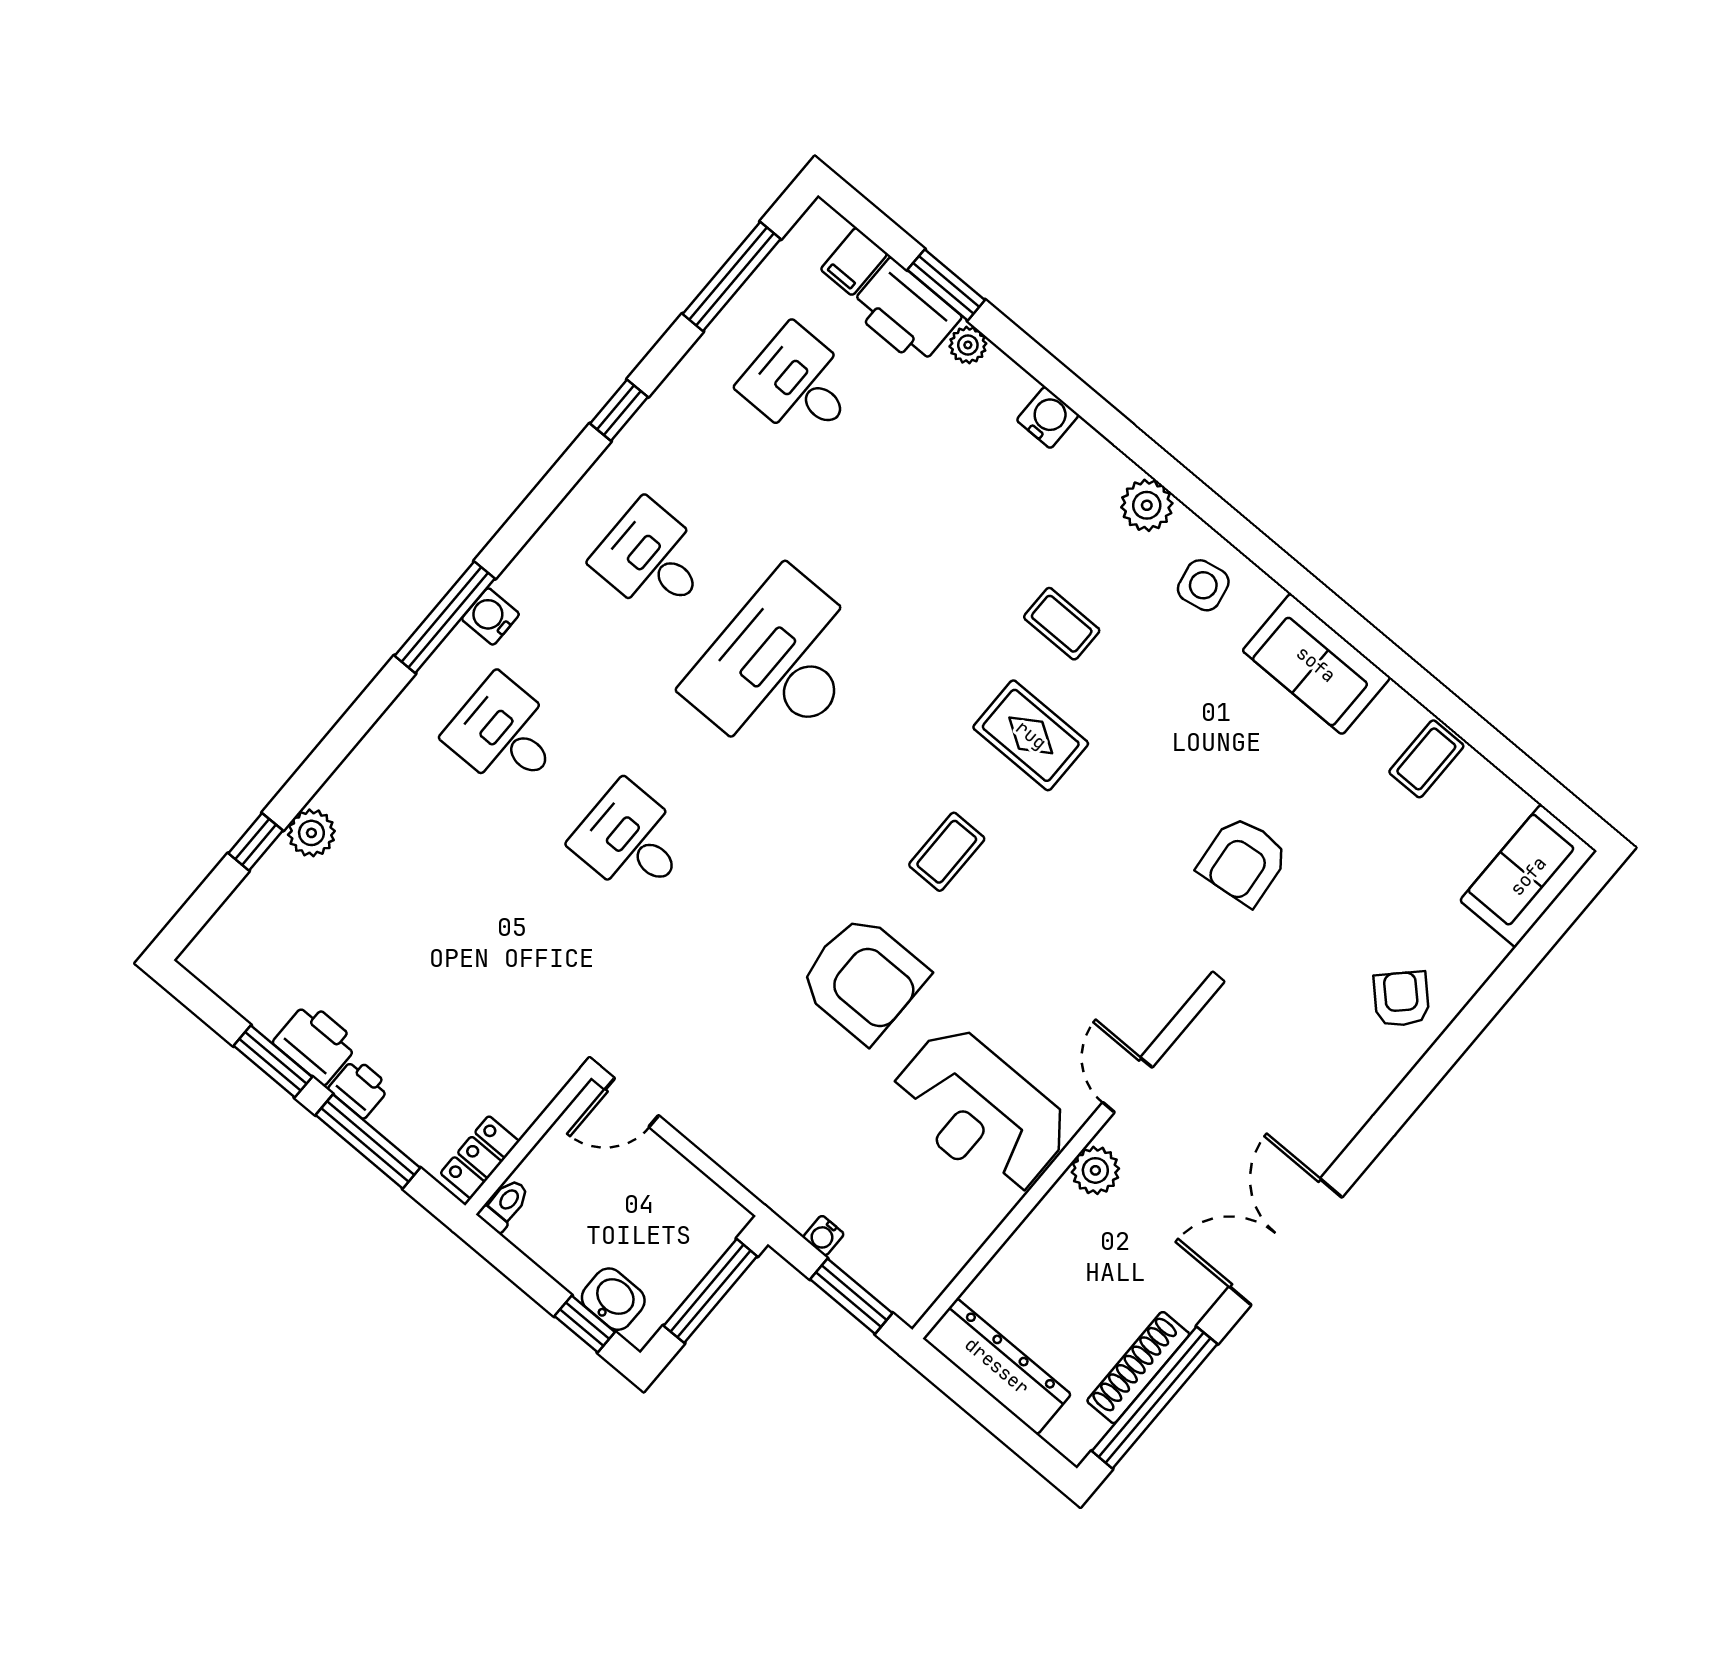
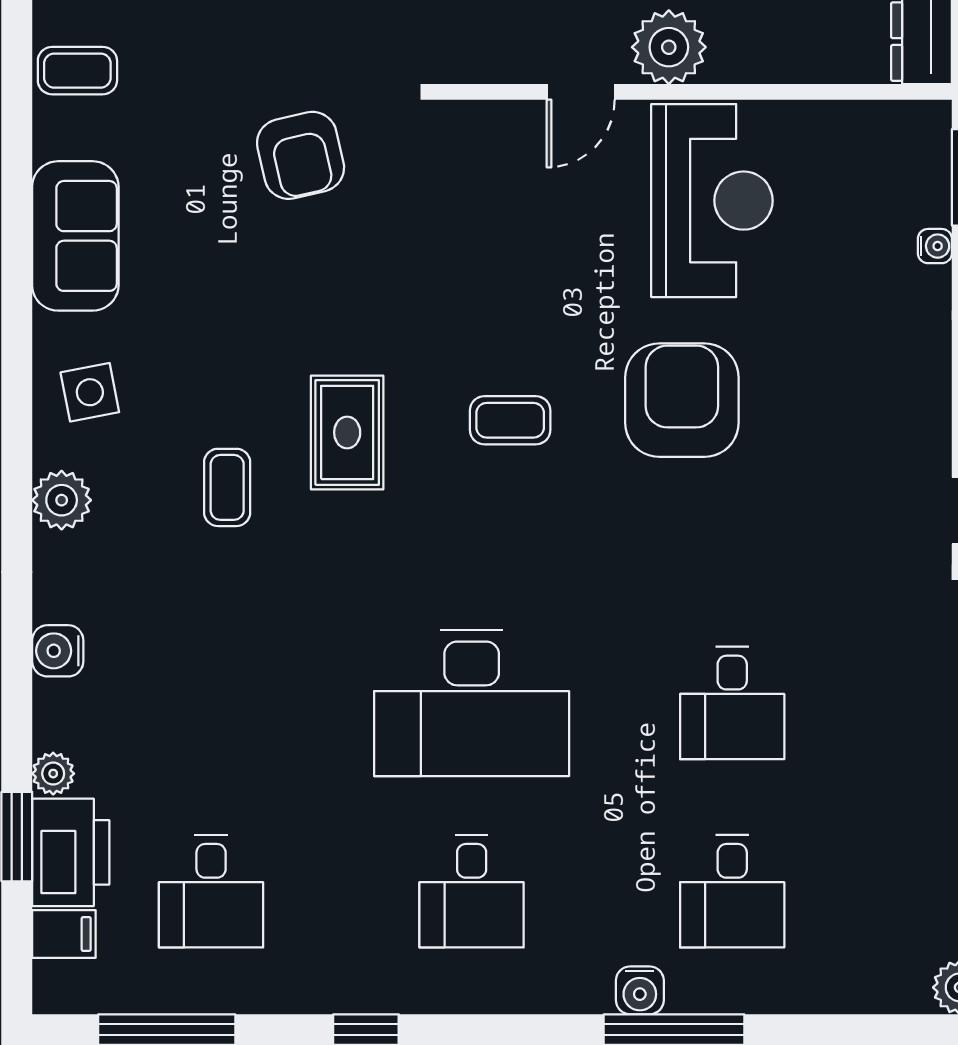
armchair: (1243, 861) -> (301, 155), turned 83
plant: (1095, 1170) -> (669, 47), width x1.36, depth x1.36

